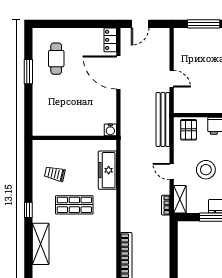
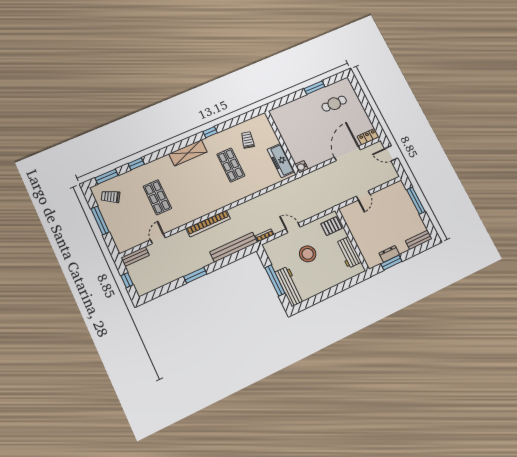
bench: (163, 120) -> (234, 247), moved
freezer: (107, 170) -> (281, 160), moved, turned -90
door: (172, 172) -> (293, 228), hinge flipped
shelving: (180, 199) -> (275, 244), removed

